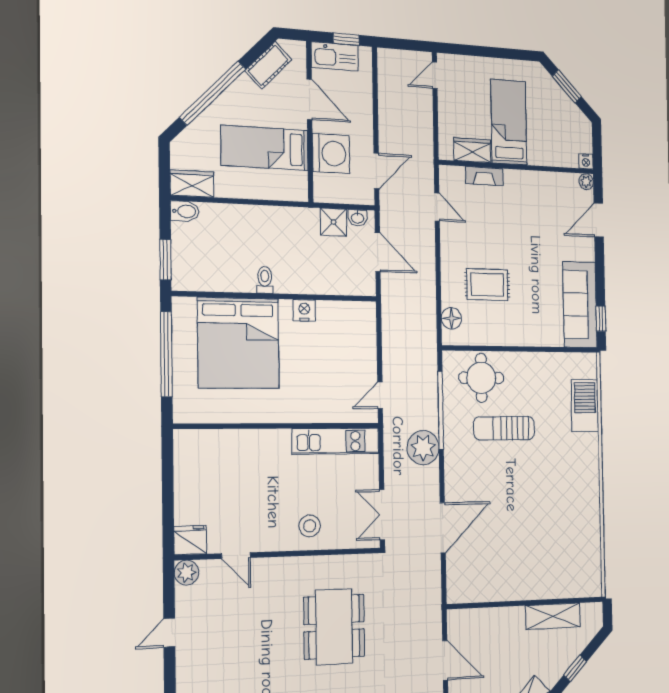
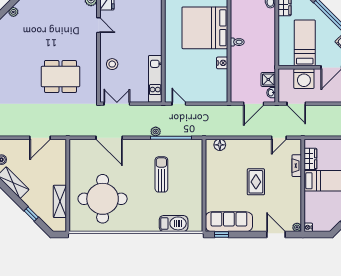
rug: (487, 285) -> (256, 182), moved
round table: (481, 378) -> (103, 199), moved, width x1.86, depth x1.86
plant: (423, 448) -> (156, 132), width x0.53, depth x0.53
door: (236, 556) -> (98, 25), swing flipped

